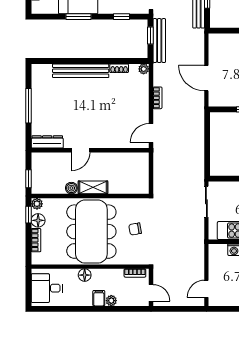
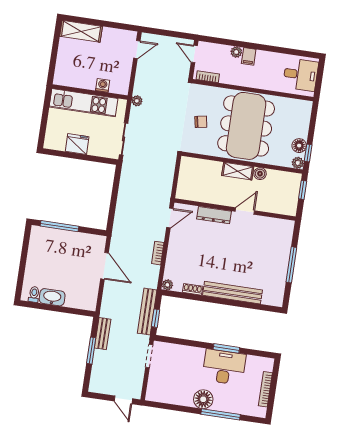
window: (122, 17) -> (182, 342), removed
dresser: (47, 142) -> (214, 215), moved
bookcase: (36, 240) -> (304, 126), removed
plant: (199, 240) -> (137, 101), added
floor lamp: (85, 275) -> (260, 82), removed

